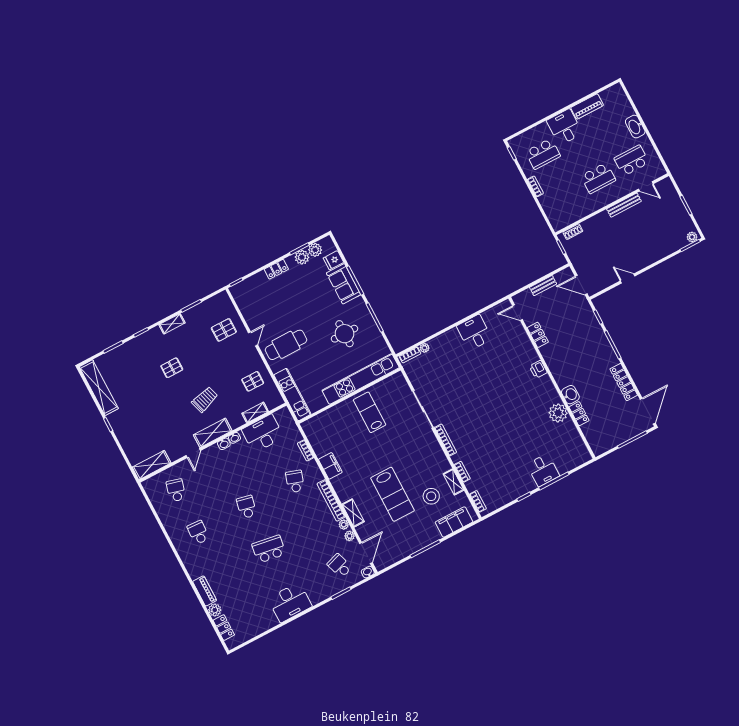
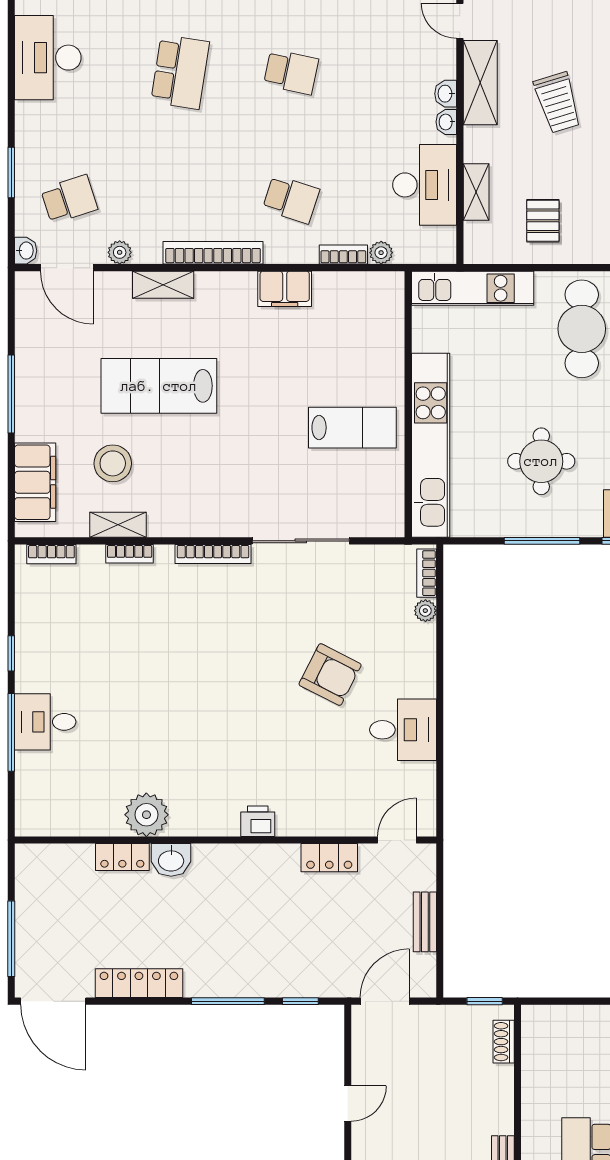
armchair: (468, 371) -> (330, 675), added
plant: (344, 525) -> (381, 253), moved

